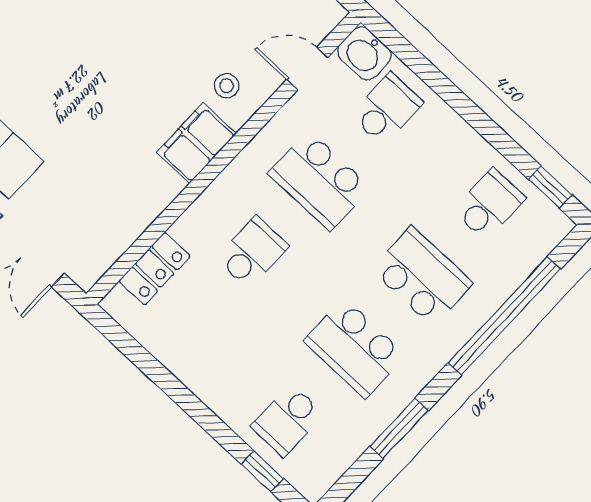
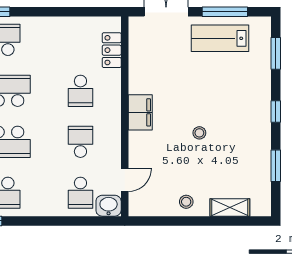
stool: (227, 86) -> (199, 133), moved
school desk: (320, 181) -> (80, 142), width x0.54

